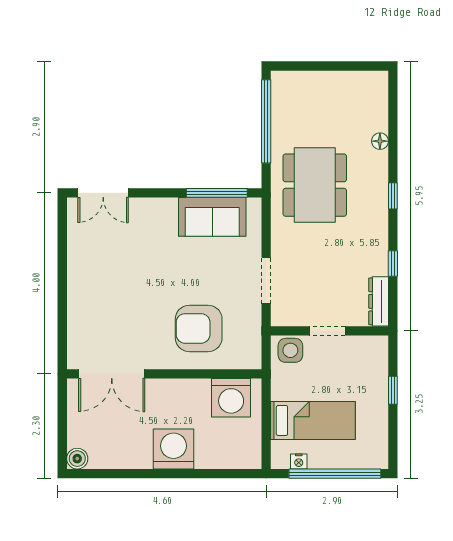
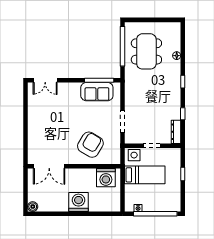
dining table: (315, 185) -> (146, 51), moved
armchair: (199, 328) -> (90, 145), turned 121
bed: (313, 420) -> (145, 175), moved

